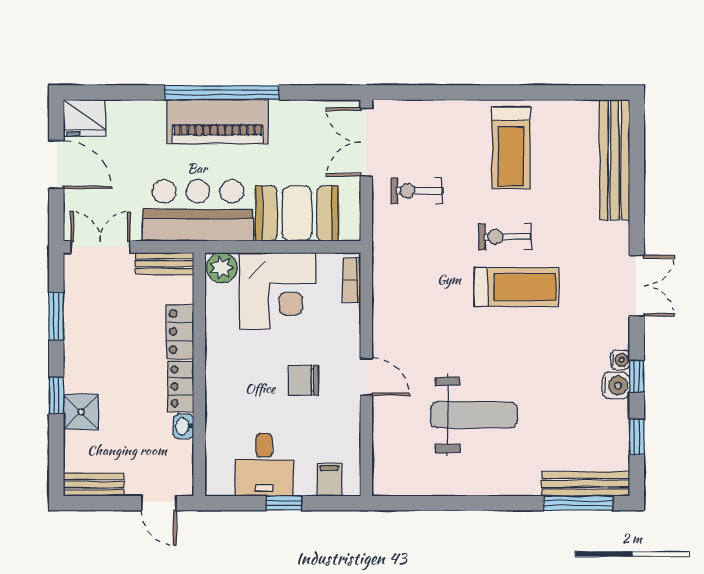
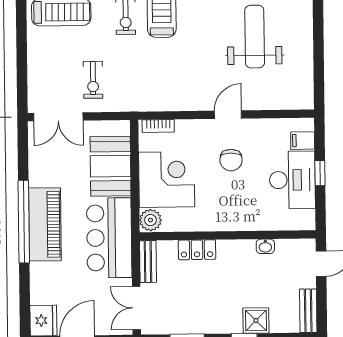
locker: (181, 386) -> (236, 249), removed
desk: (264, 465) -> (292, 180), width x1.37

